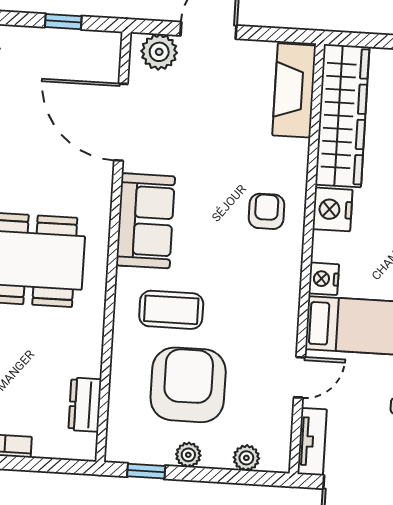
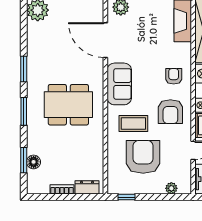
armchair: (255, 289) -> (170, 112), added
dresser: (85, 405) -> (87, 187), moved, turned 90
plant: (188, 455) -> (145, 188), removed

